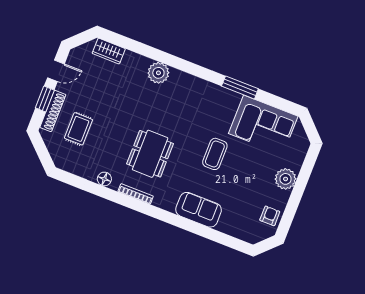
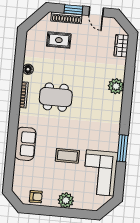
coffee table: (215, 154) -> (67, 156), moved

